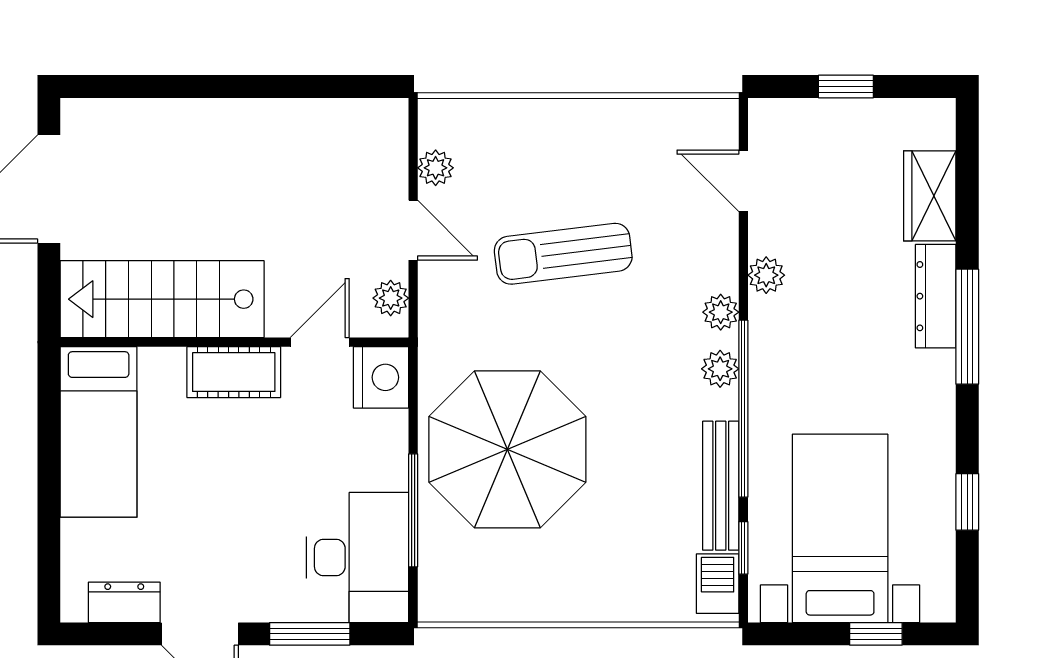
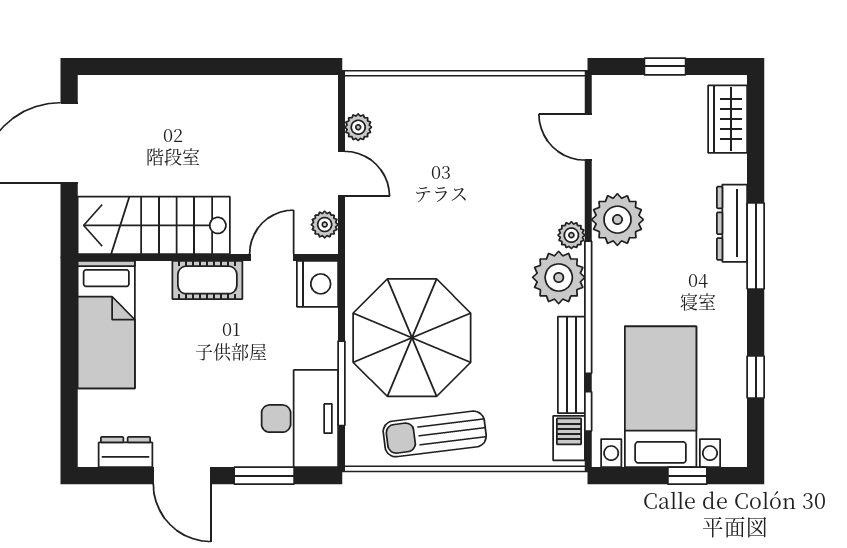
wardrobe: (930, 196) -> (728, 119), moved
sun lounger: (563, 254) -> (435, 434), moved
plant: (766, 275) -> (617, 220), width x1.87, depth x1.87
plant: (720, 369) -> (559, 277), width x1.87, depth x1.87

